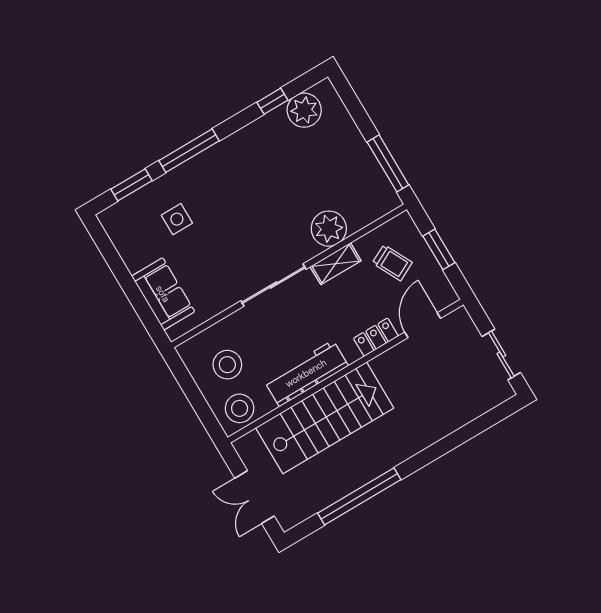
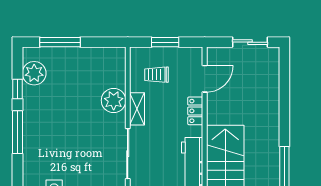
window: (189, 151) -> (17, 132), moved
window: (388, 163) -> (60, 42), moved
trolley: (392, 263) -> (157, 75), turned -153
door: (423, 325) -> (205, 79), swing flipped

